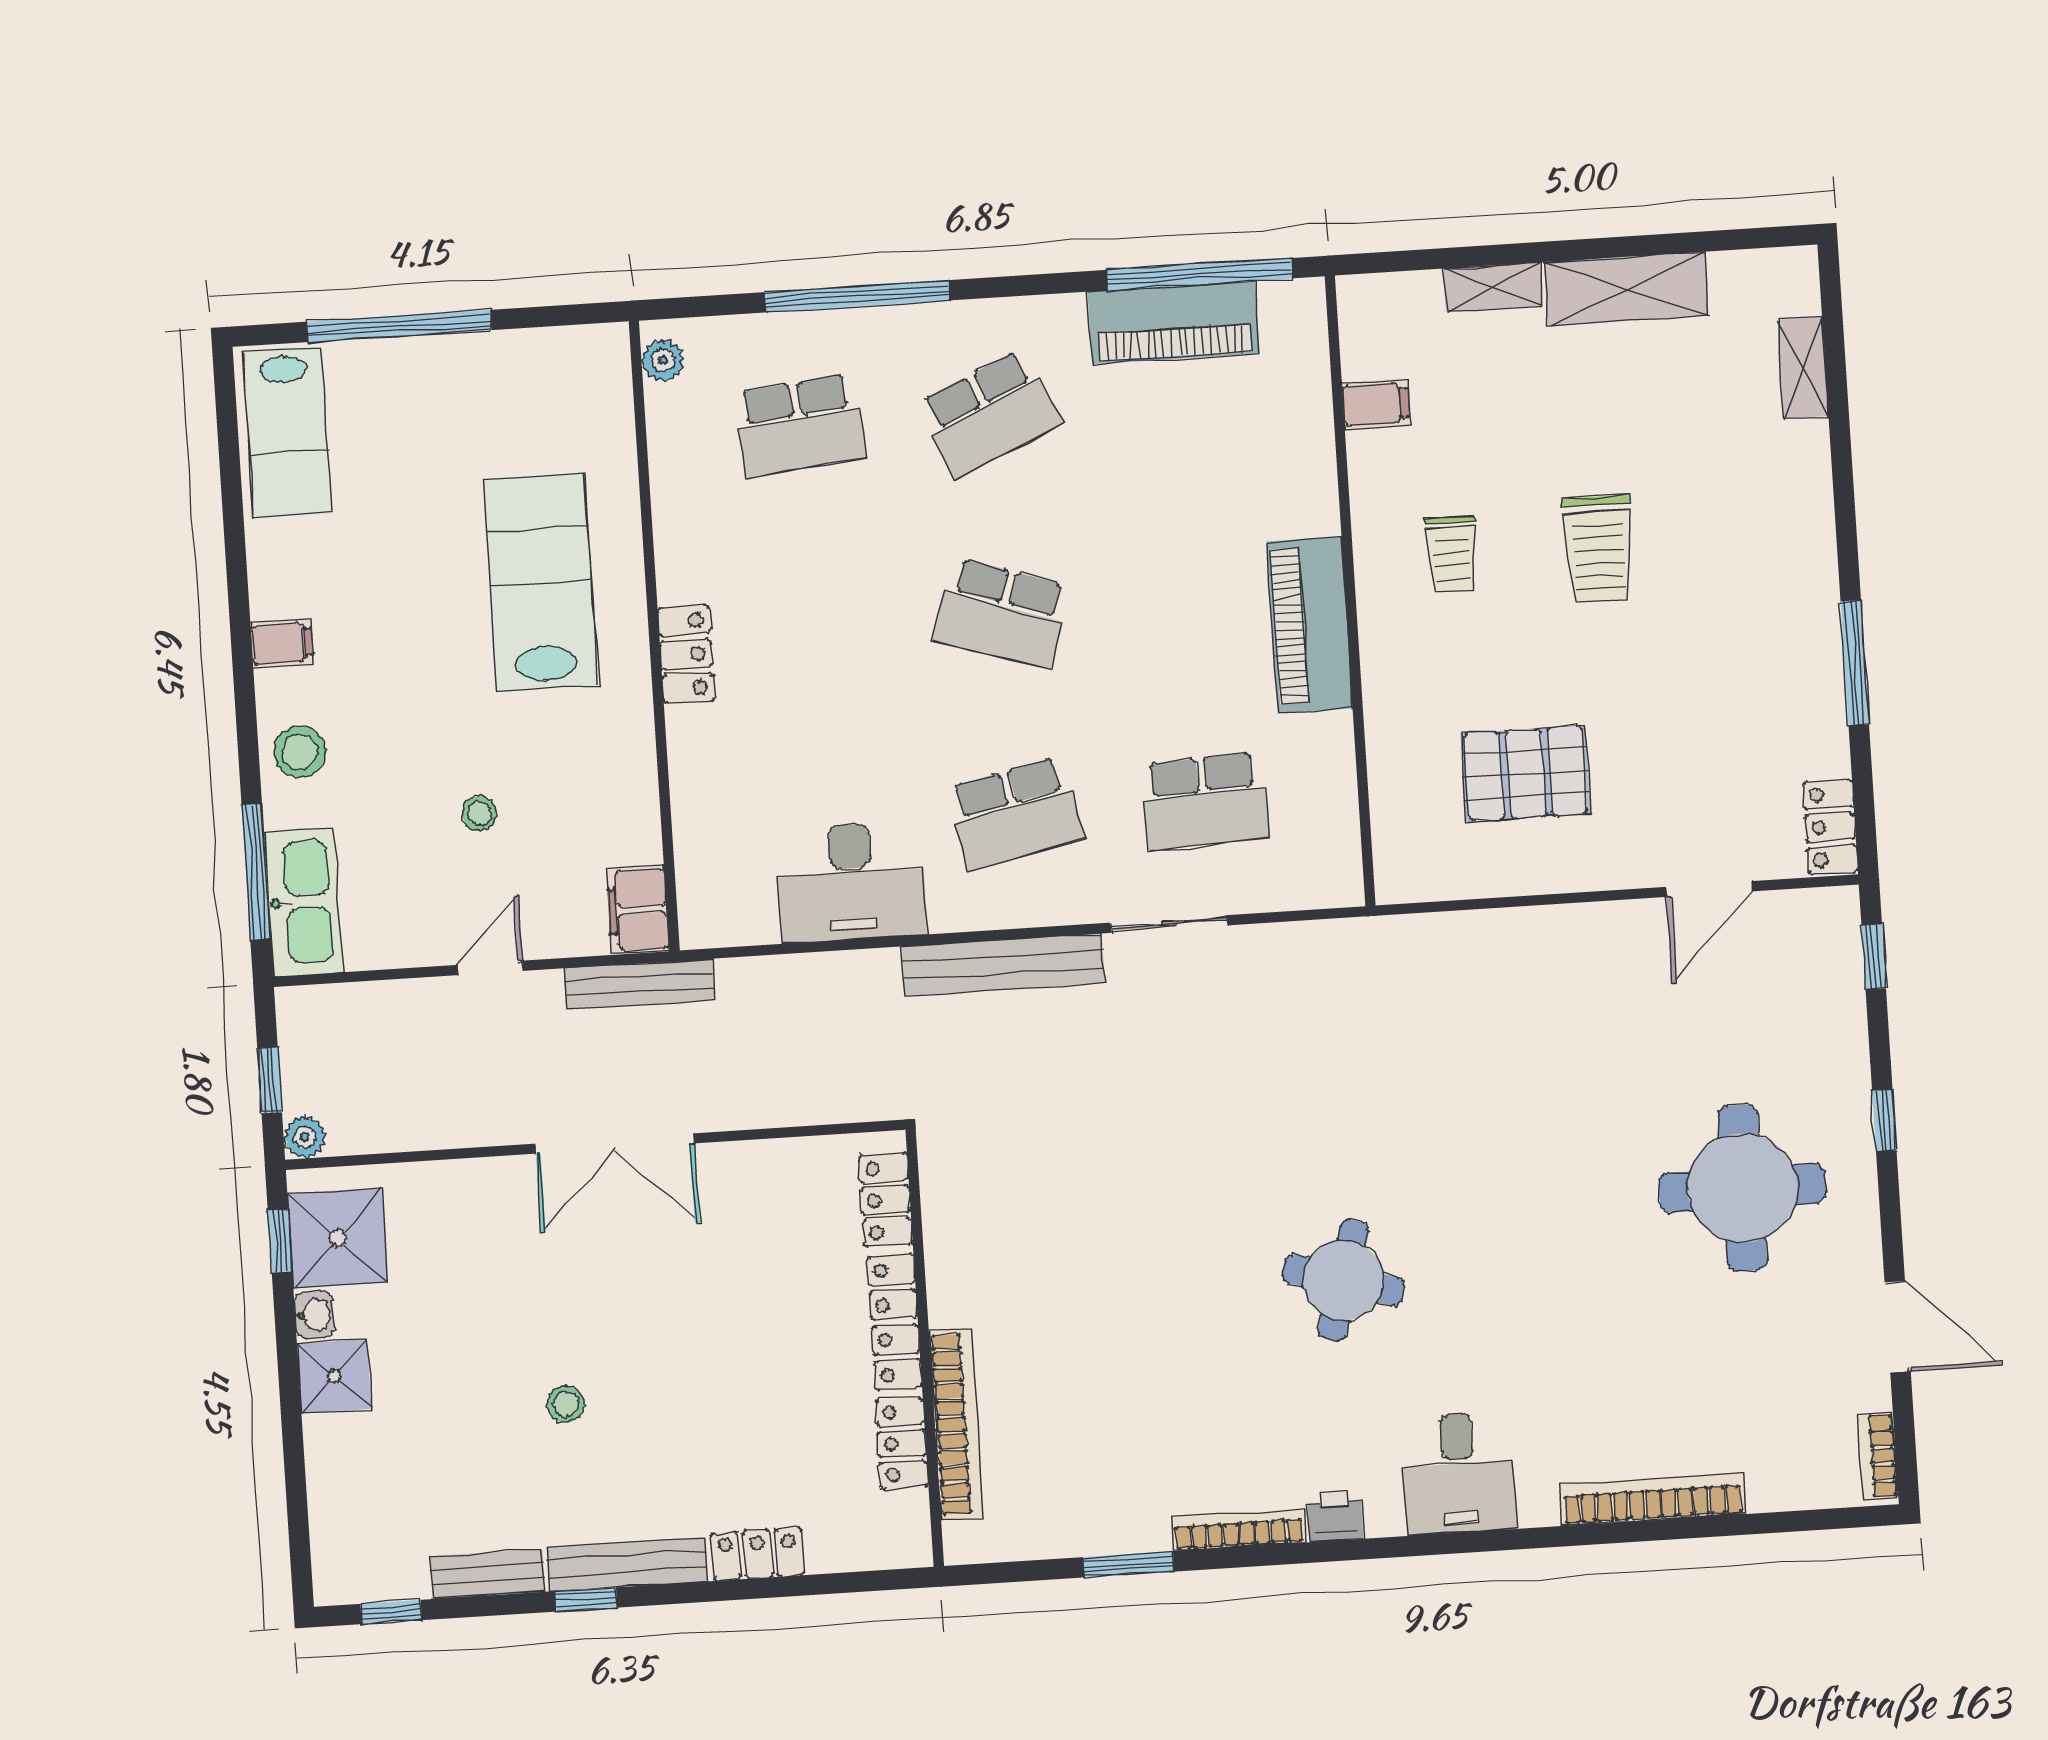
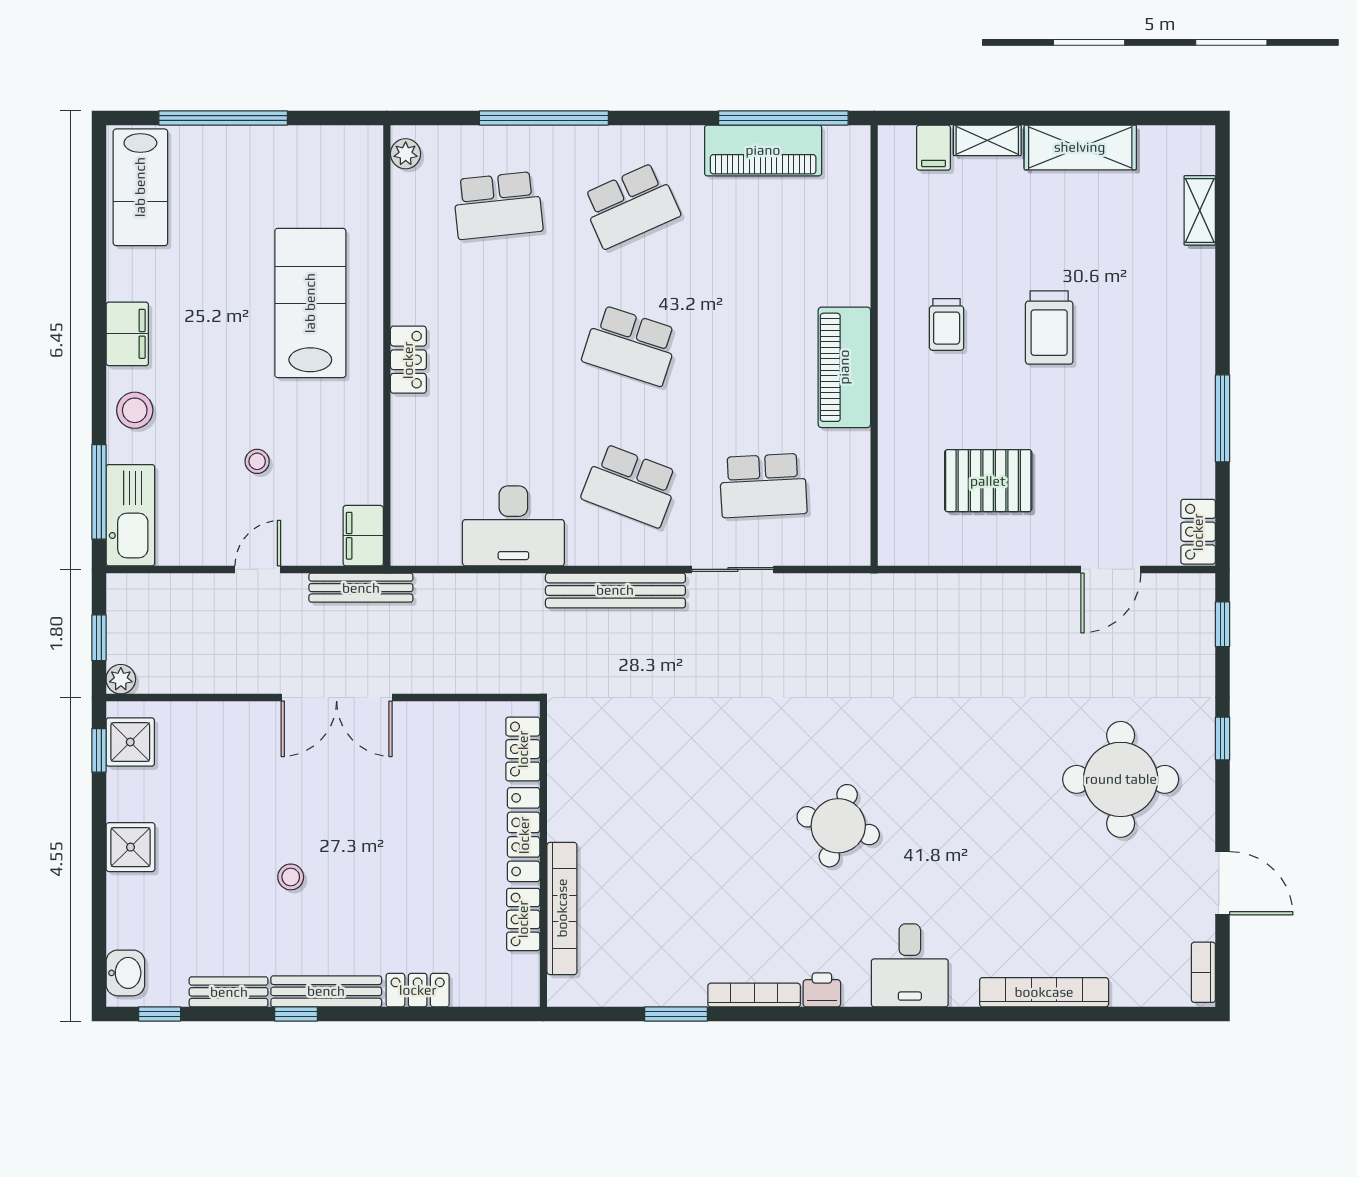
filing cabinet: (1376, 404) -> (934, 148), moved, turned 90
filing cabinet: (282, 643) -> (127, 334), width x2.00
school desk: (1015, 813) -> (631, 486), turned 33
shower: (337, 1238) -> (130, 742), width x0.73, depth x0.73
washbasin: (314, 1315) -> (125, 973), moved, width x1.38, depth x1.45

